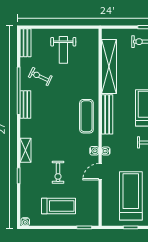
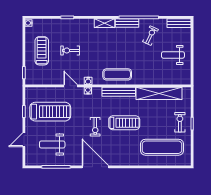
shelving: (25, 150) -> (104, 23), moved
treadmill: (58, 206) -> (42, 51), turned 180

